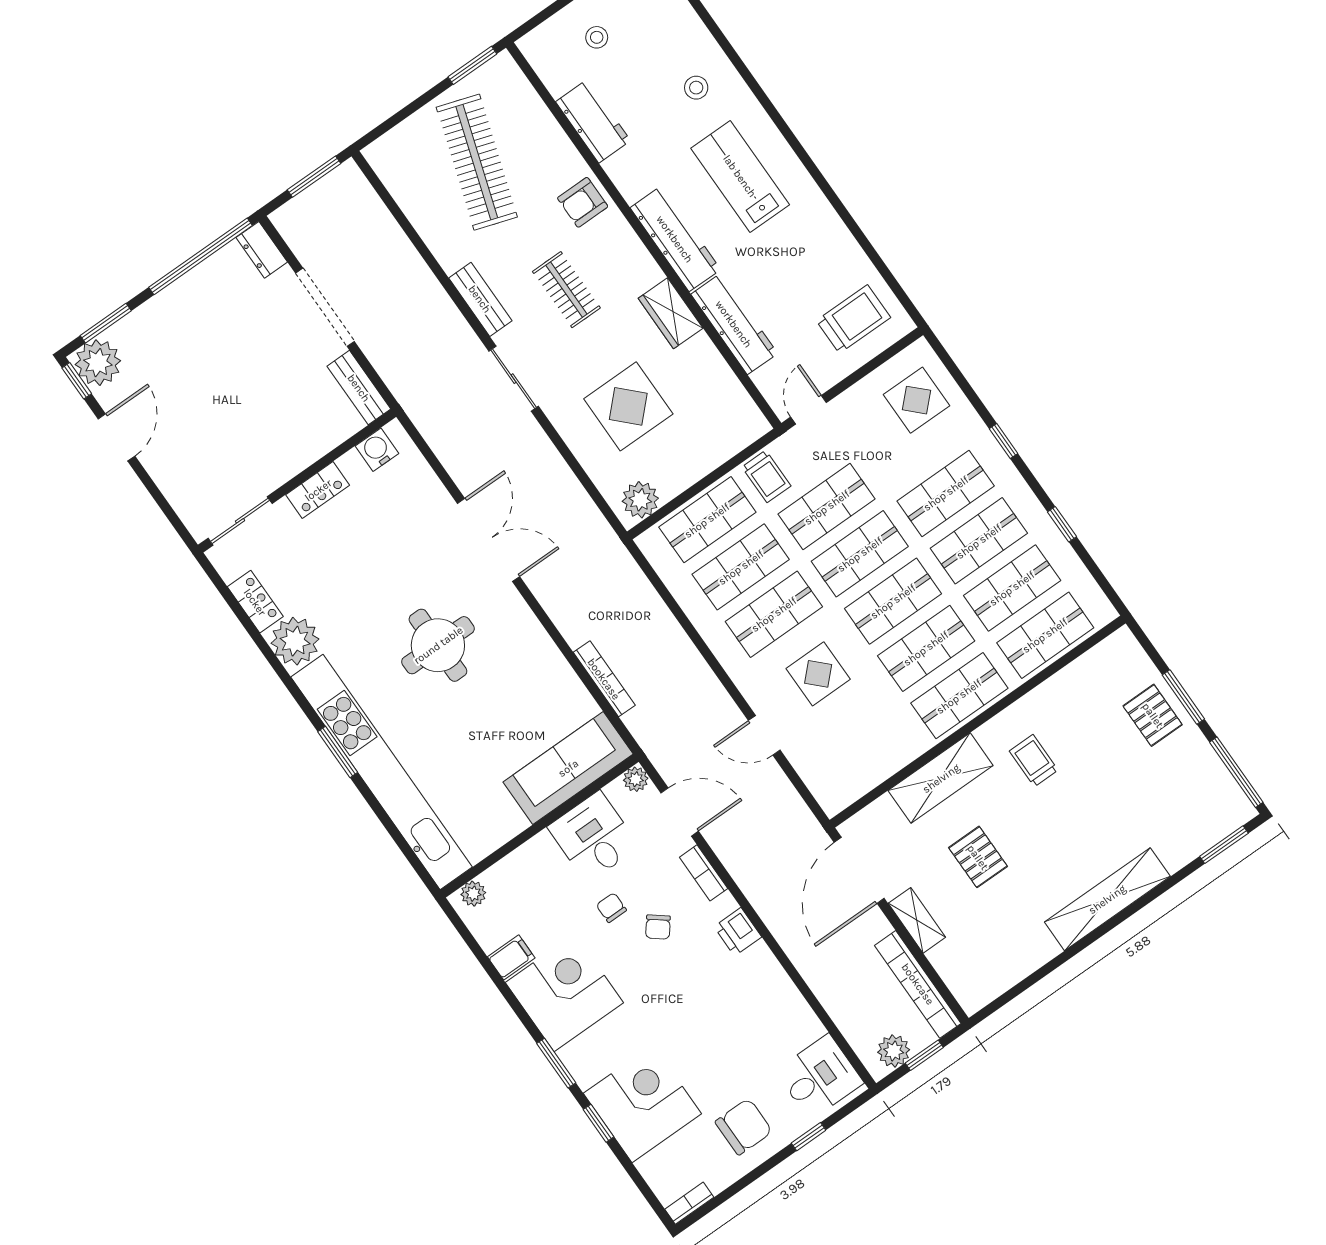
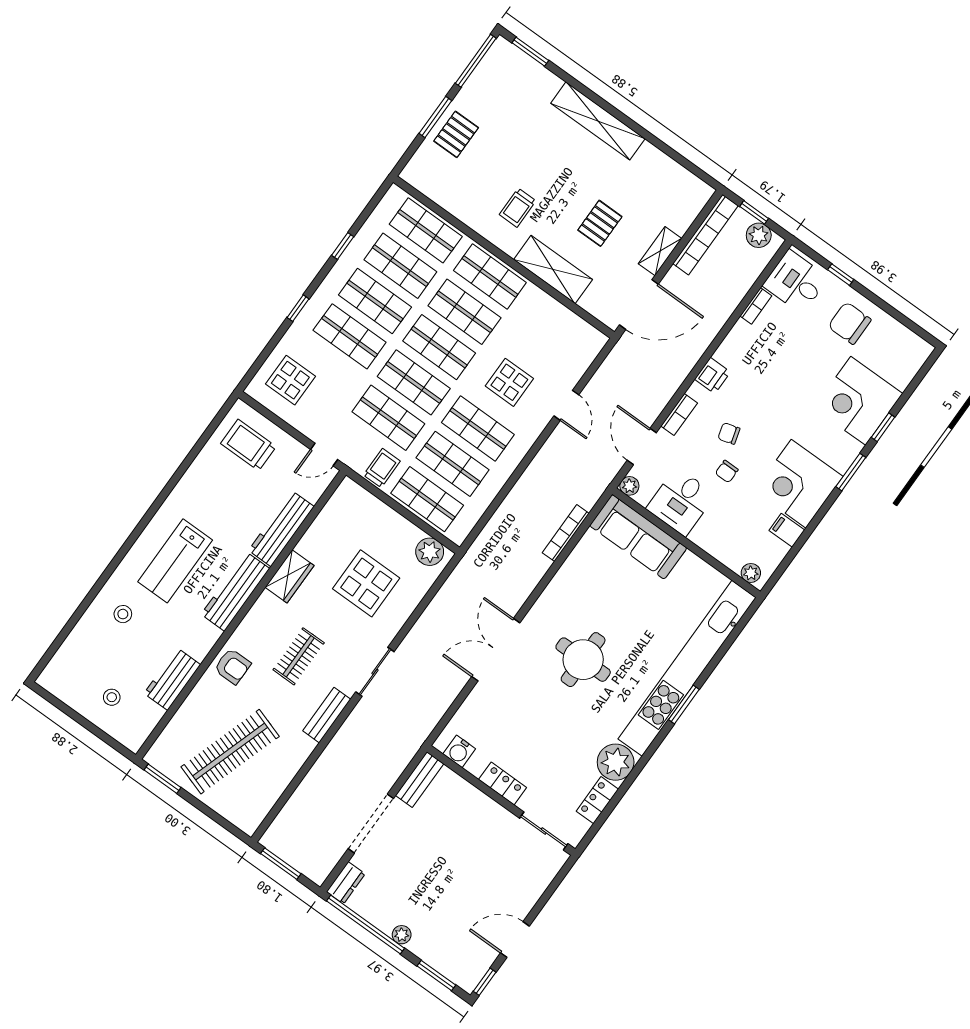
plant: (98, 363) -> (402, 935), moved, width x0.53, depth x0.53
chair: (658, 927) -> (729, 433), turned -144
bookcase: (689, 1203) -> (756, 306), moved, turned -90

